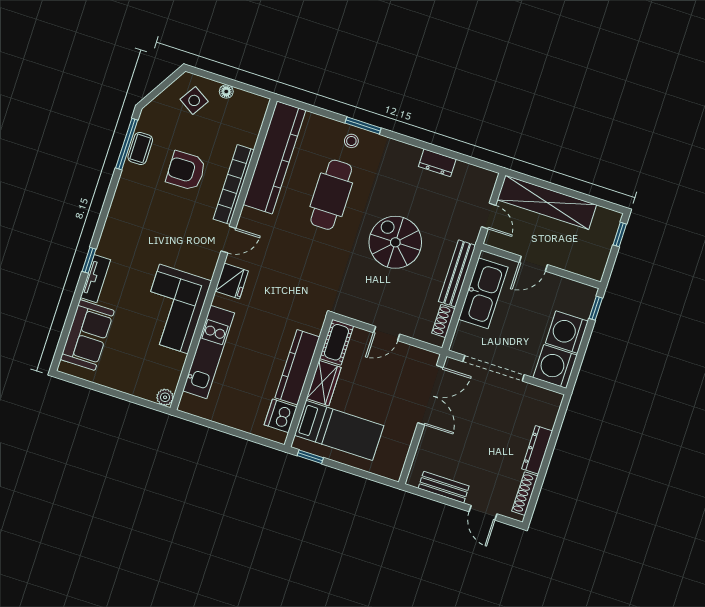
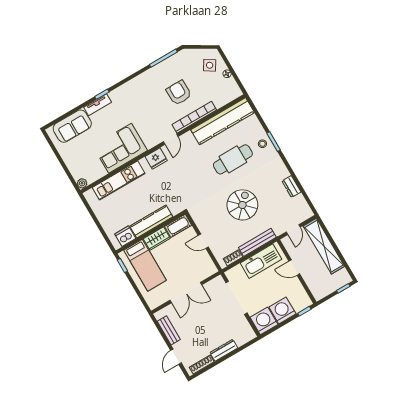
coffee table: (140, 148) -> (168, 65), removed
door: (228, 240) -> (171, 139), hinge flipped
double door: (430, 395) -> (186, 293), moved

